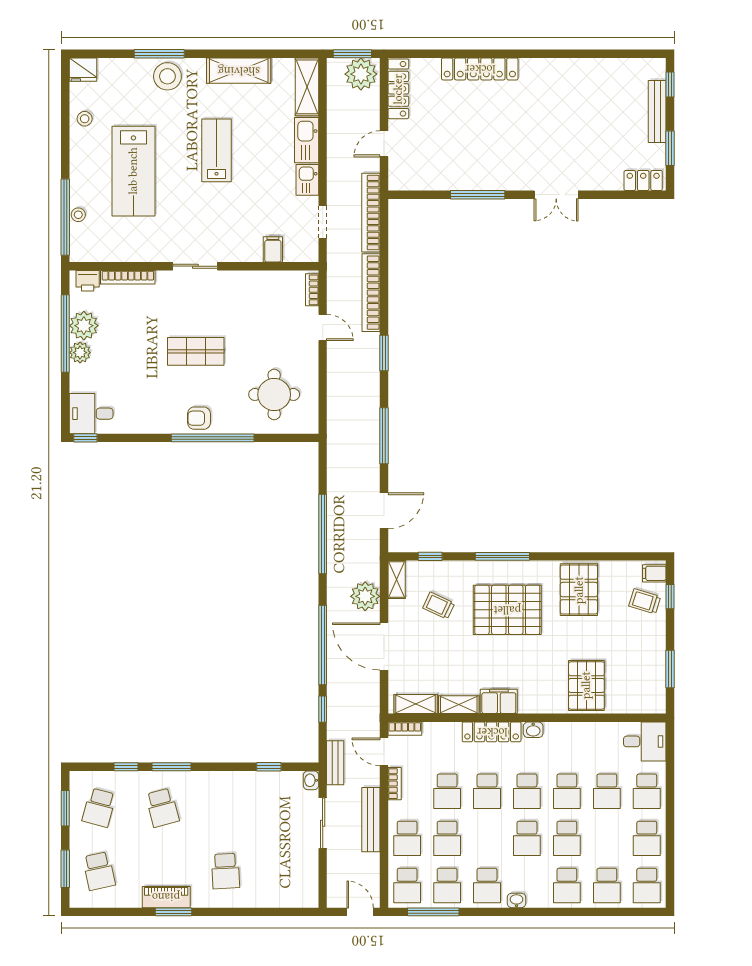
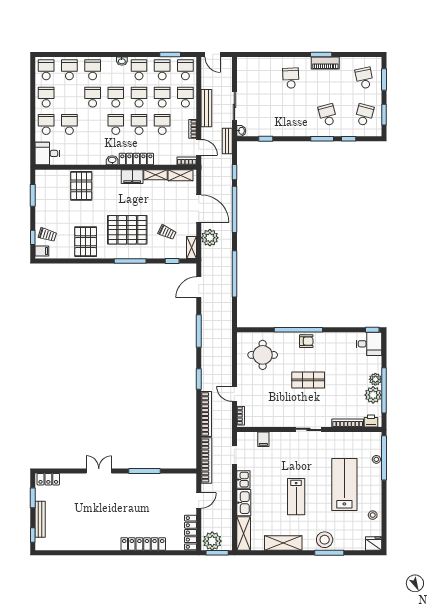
school desk: (567, 791) -> (139, 97), moved
window: (433, 912) -> (170, 54), width x0.69

